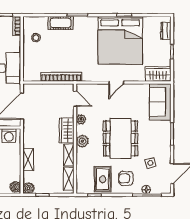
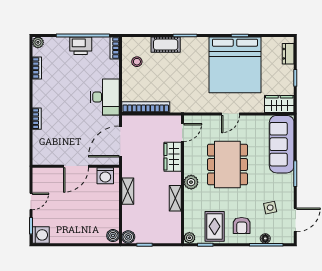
bookcase: (61, 77) -> (146, 107), moved
door: (75, 99) -> (182, 133), hinge flipped
sofa: (160, 102) -> (282, 144), width x1.36
plant: (81, 119) -> (189, 238), moved
wardrobe: (67, 130) -> (173, 157), moved
dining table: (121, 138) -> (227, 165), moved
shelving: (28, 160) -> (128, 191), moved
armchair: (126, 178) -> (242, 225), turned -90
shelving: (69, 179) -> (175, 226), removed

